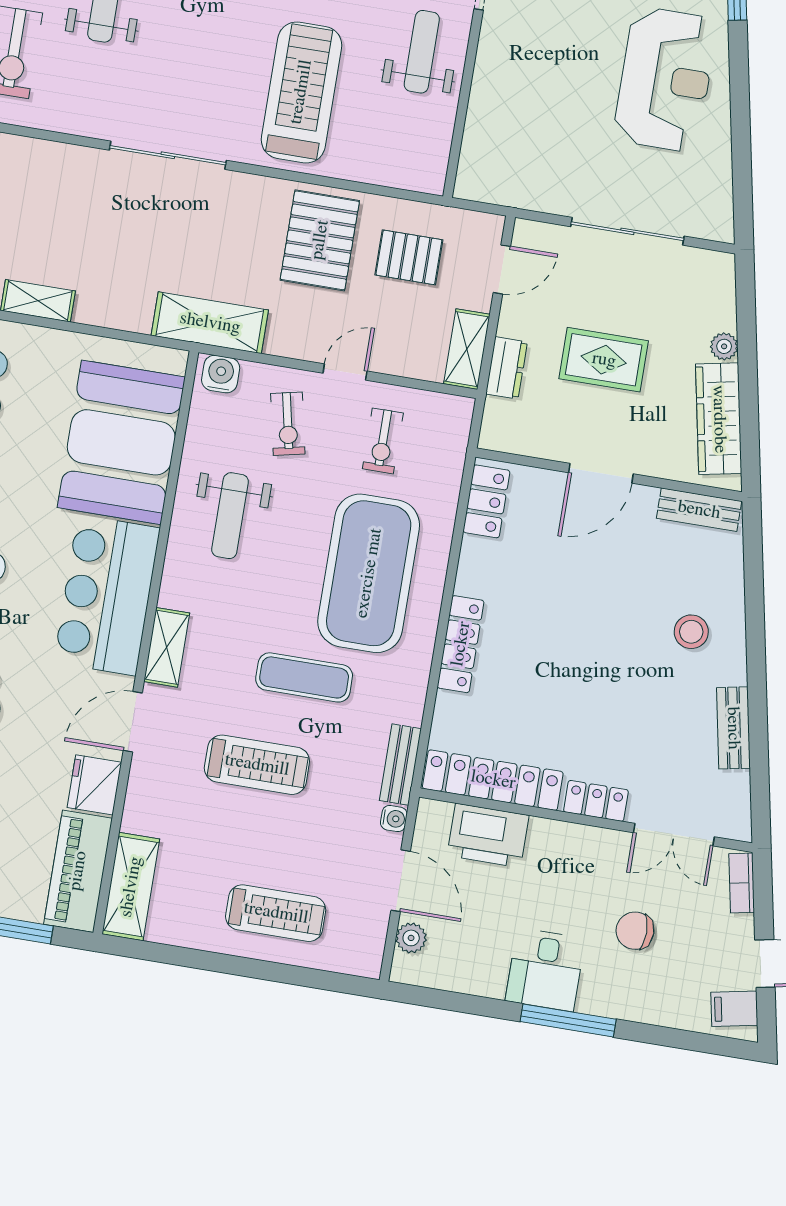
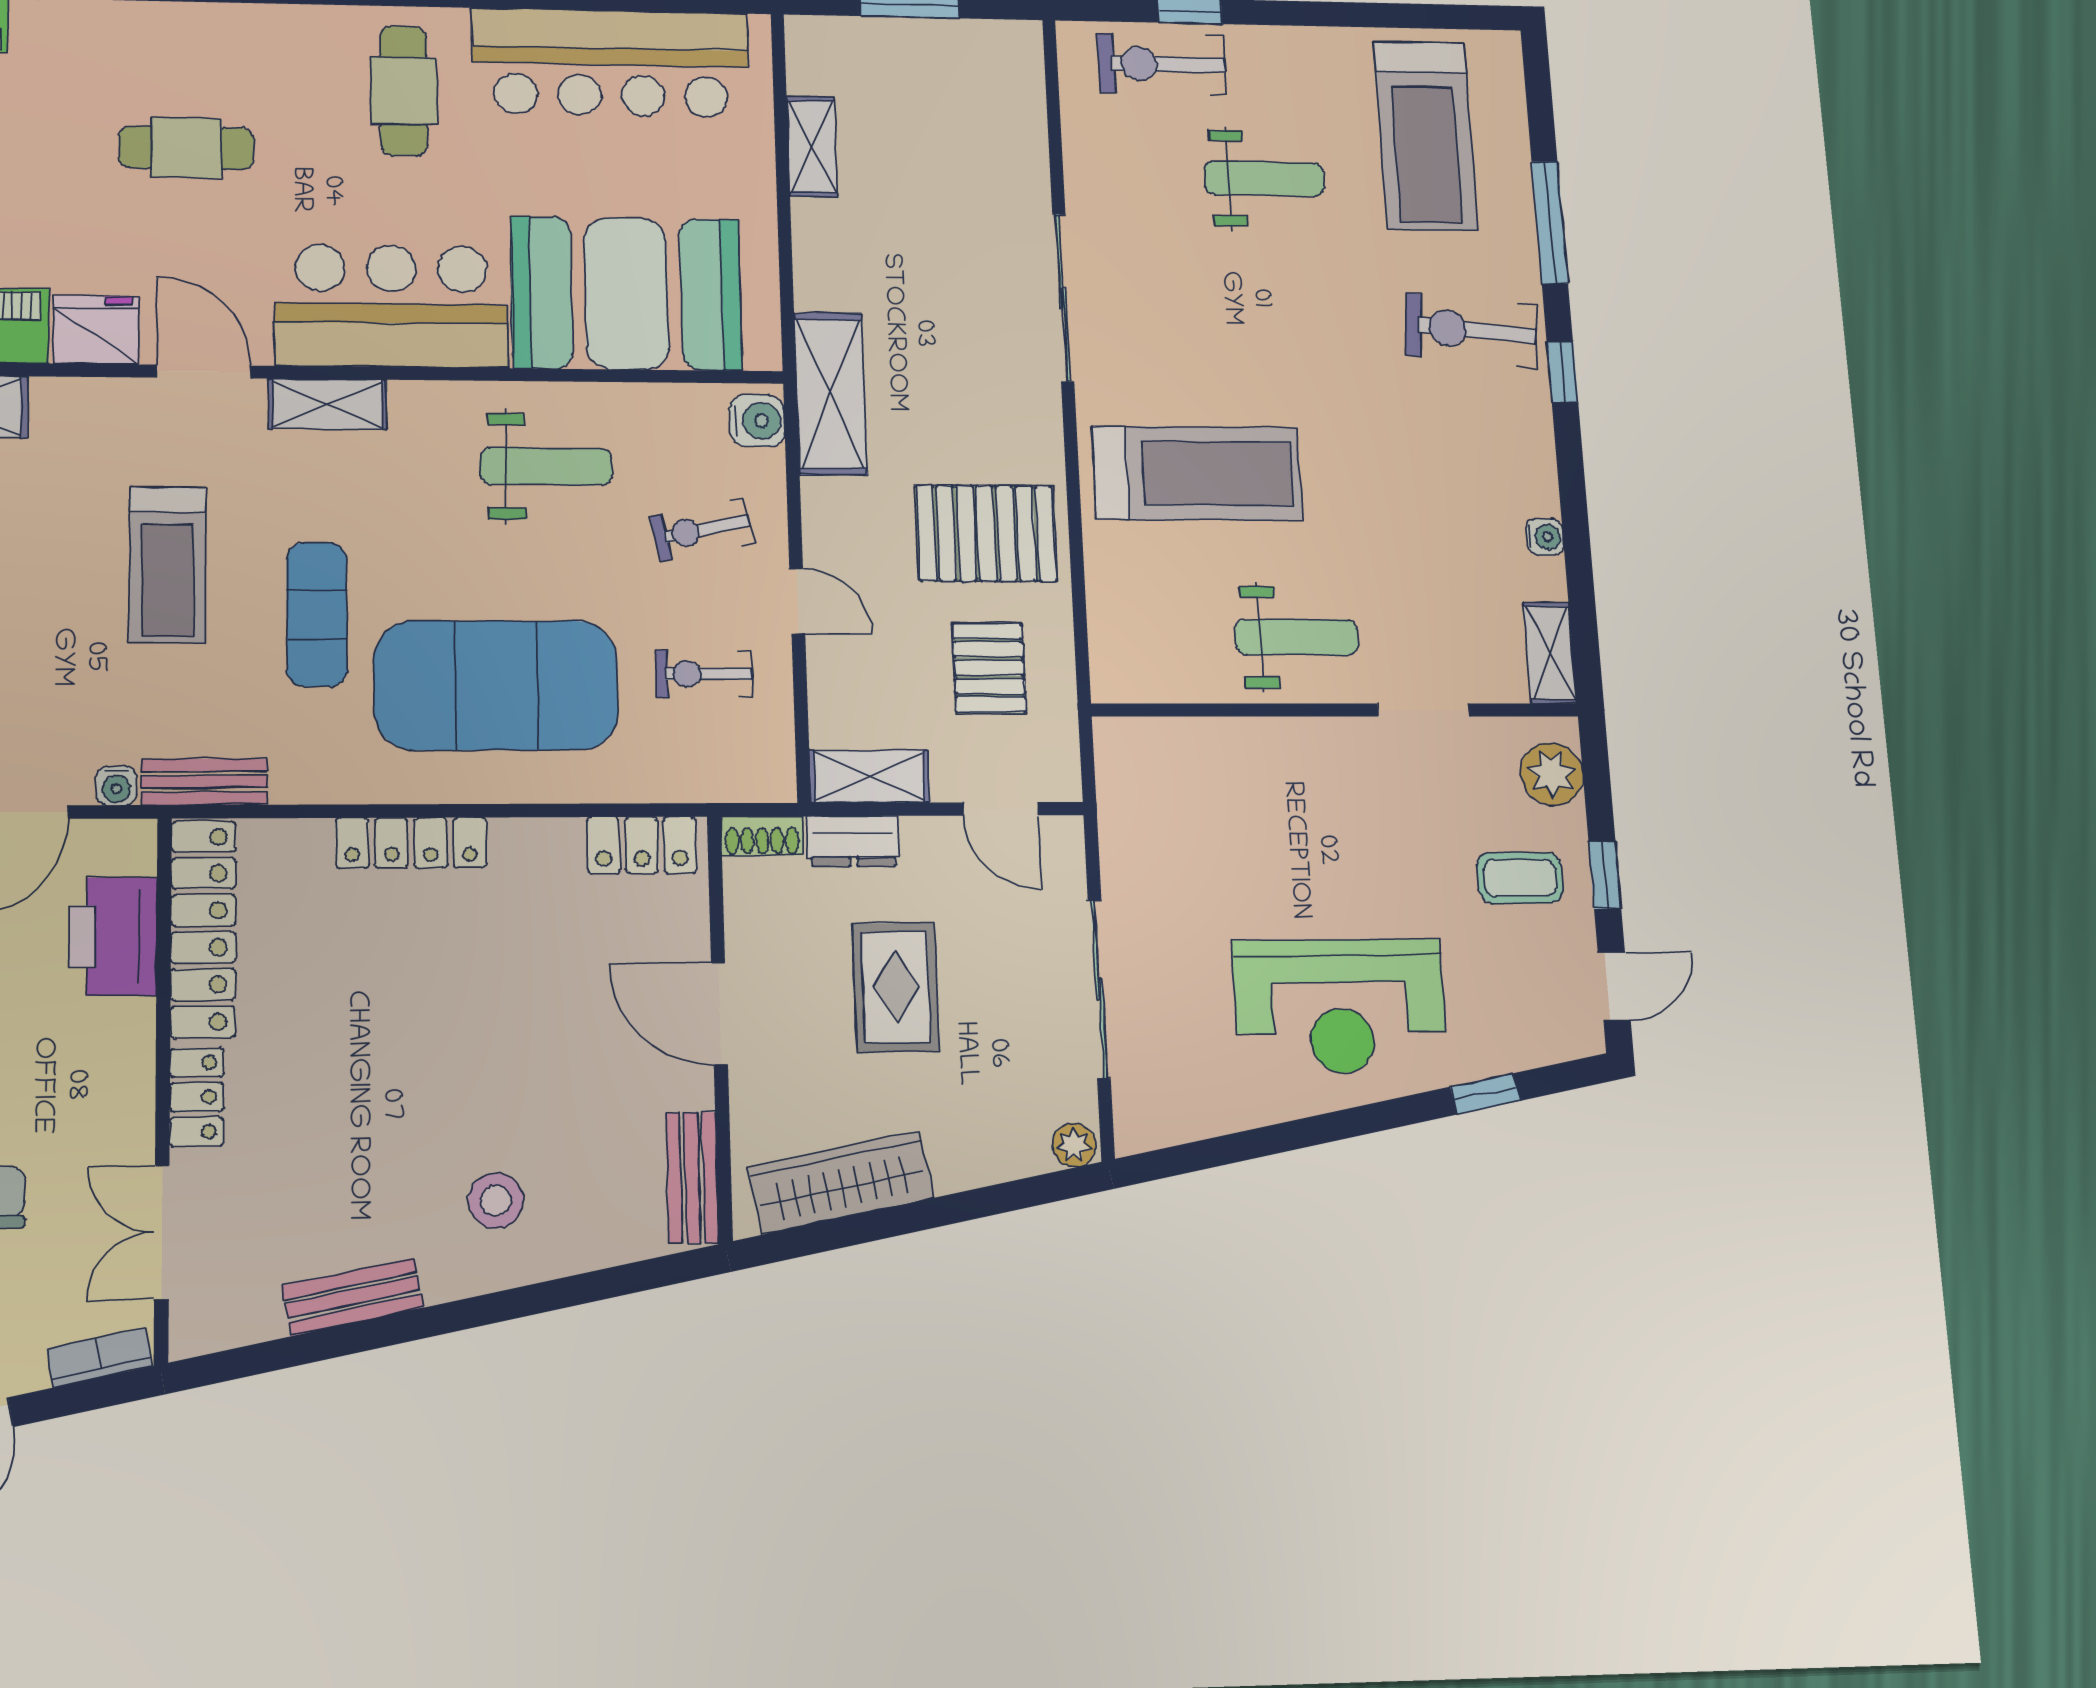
plant: (724, 346) -> (1074, 1145), moved
shoe rack: (493, 425) -> (762, 836), added
weight bench: (230, 516) -> (546, 467), turned 180

